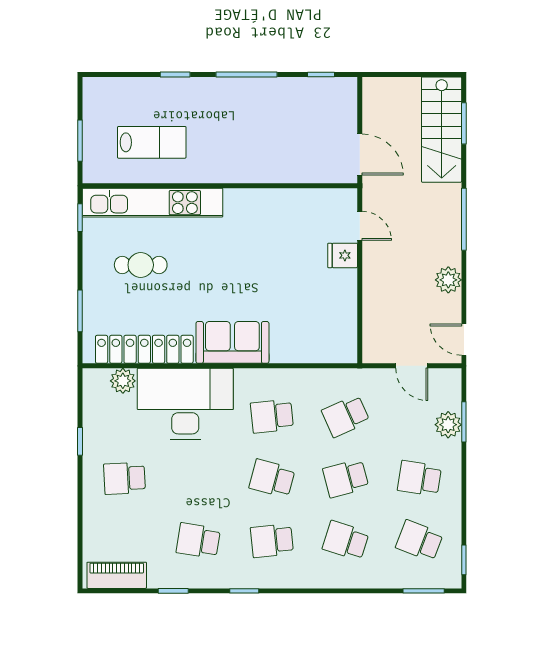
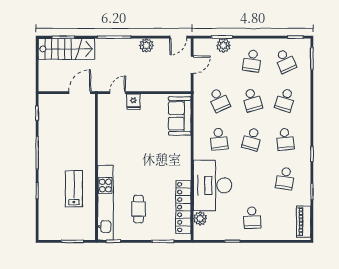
lab bench: (152, 142) -> (74, 189), moved
sofa: (232, 342) -> (180, 116), moved
school desk: (419, 541) -> (285, 61), turned -45

